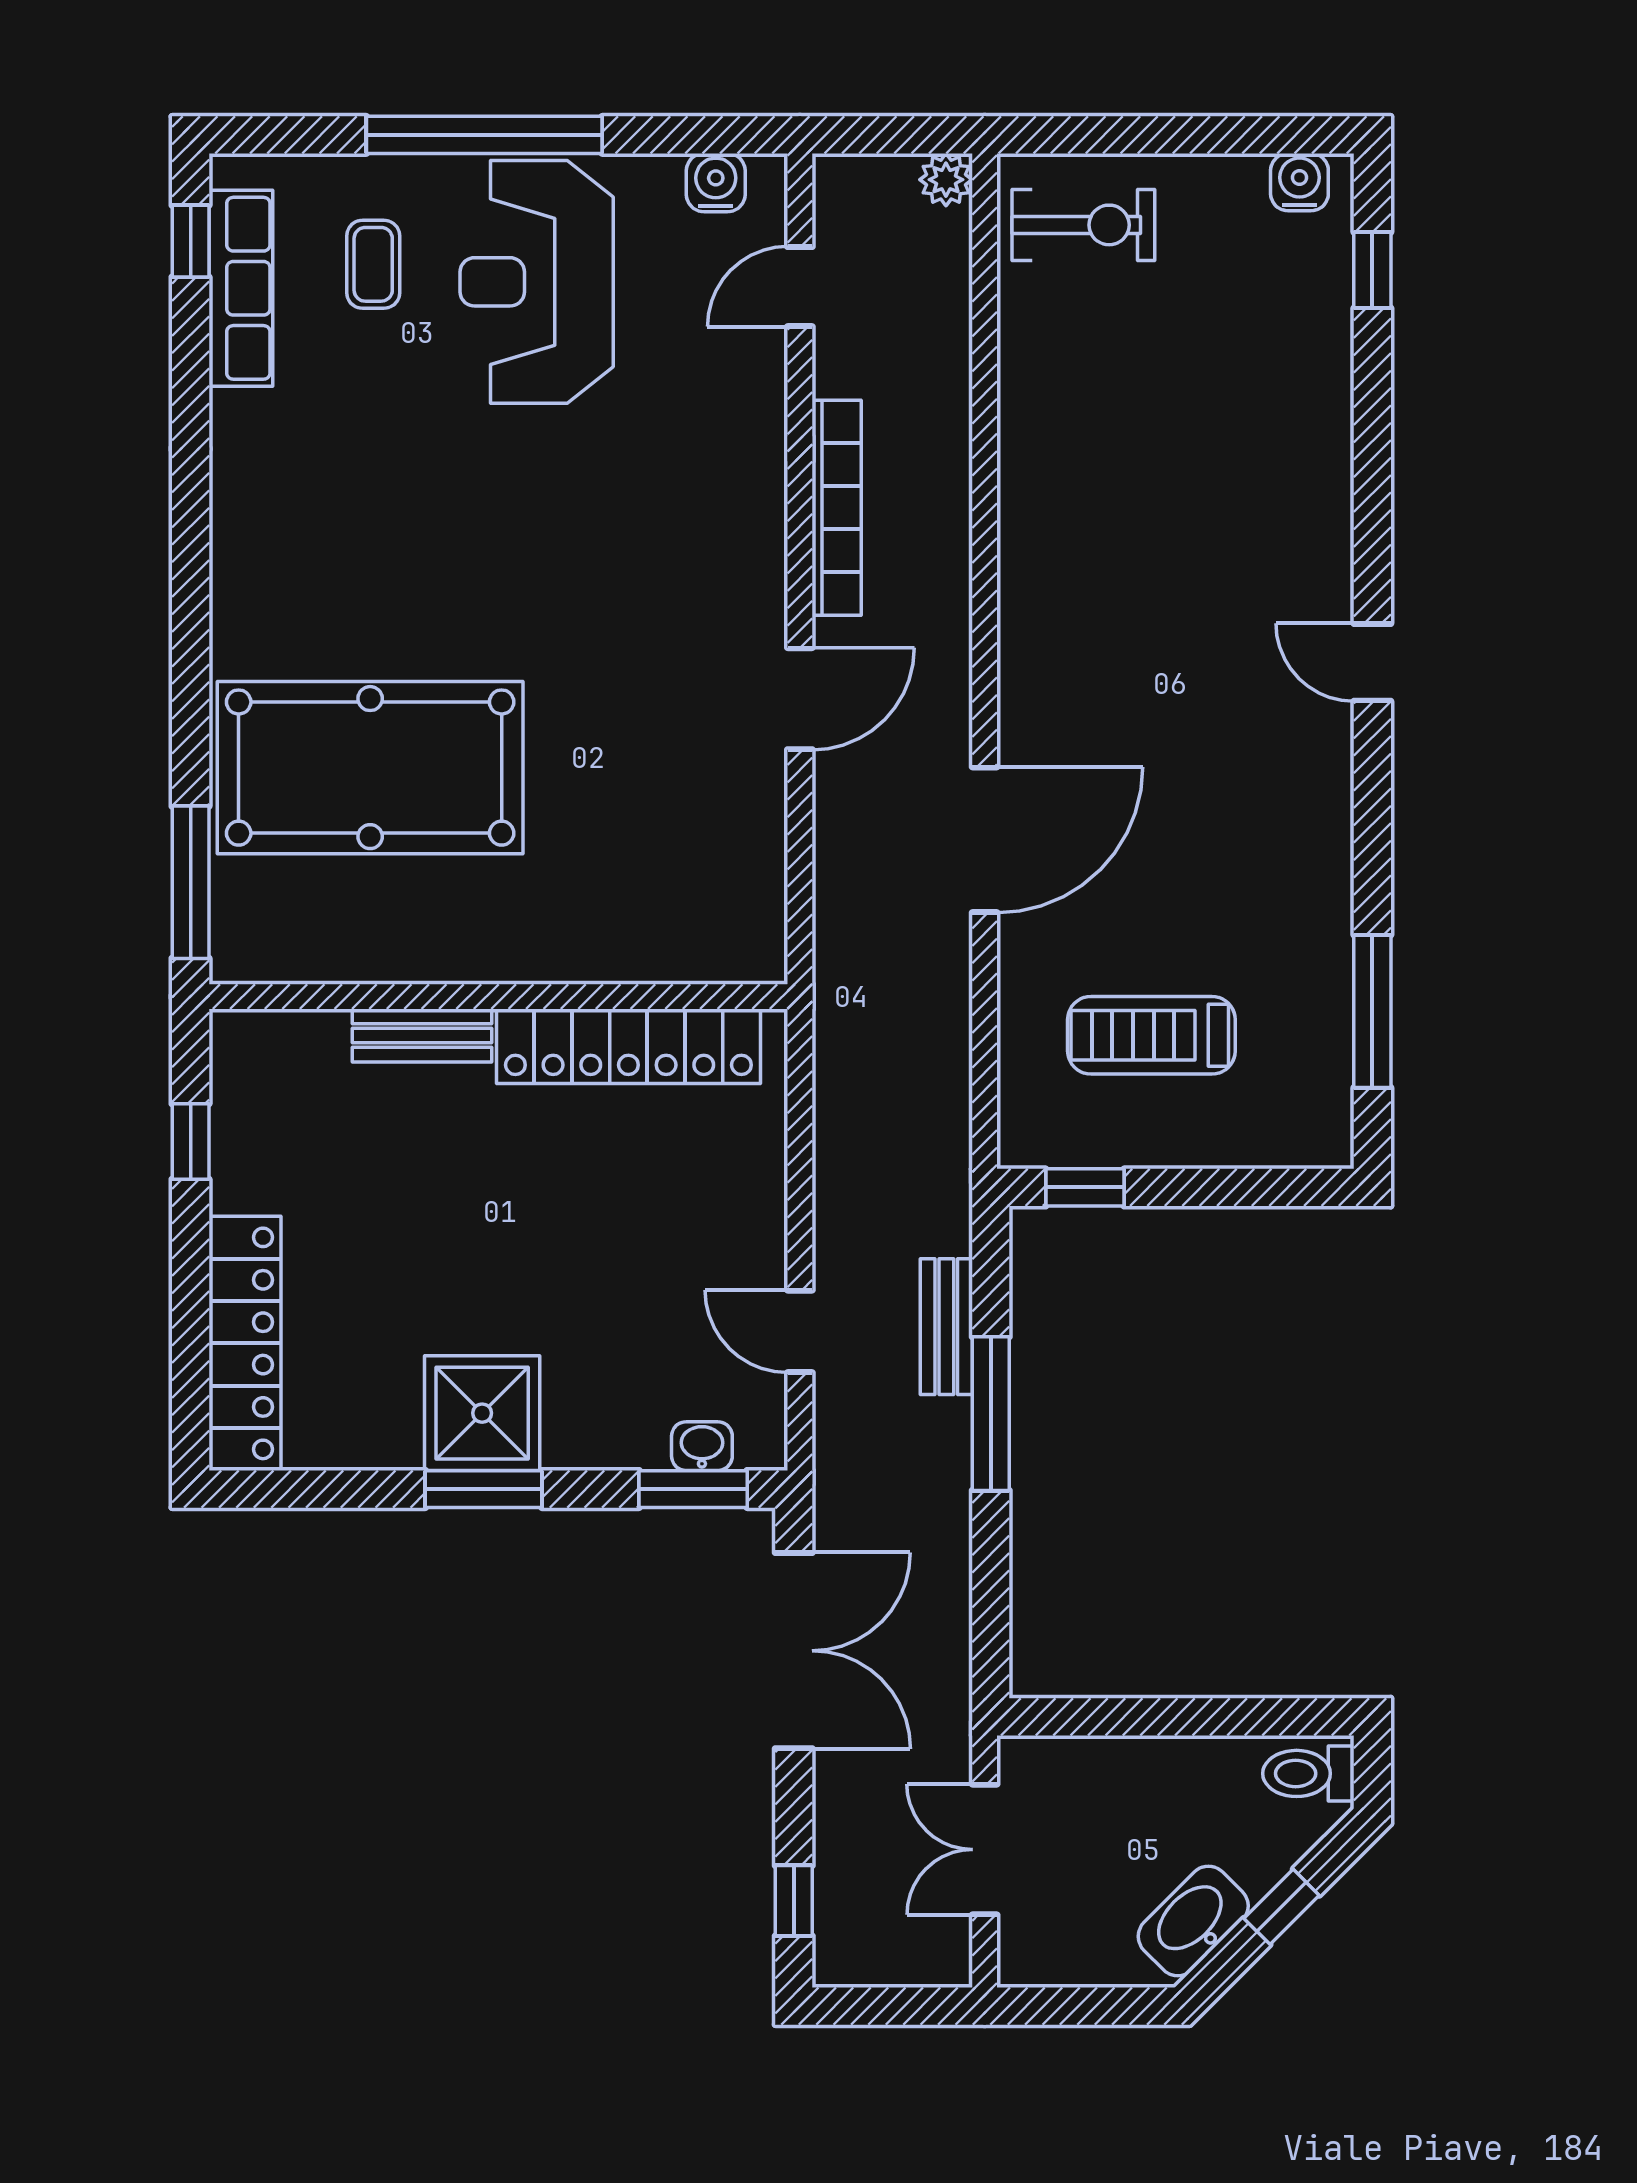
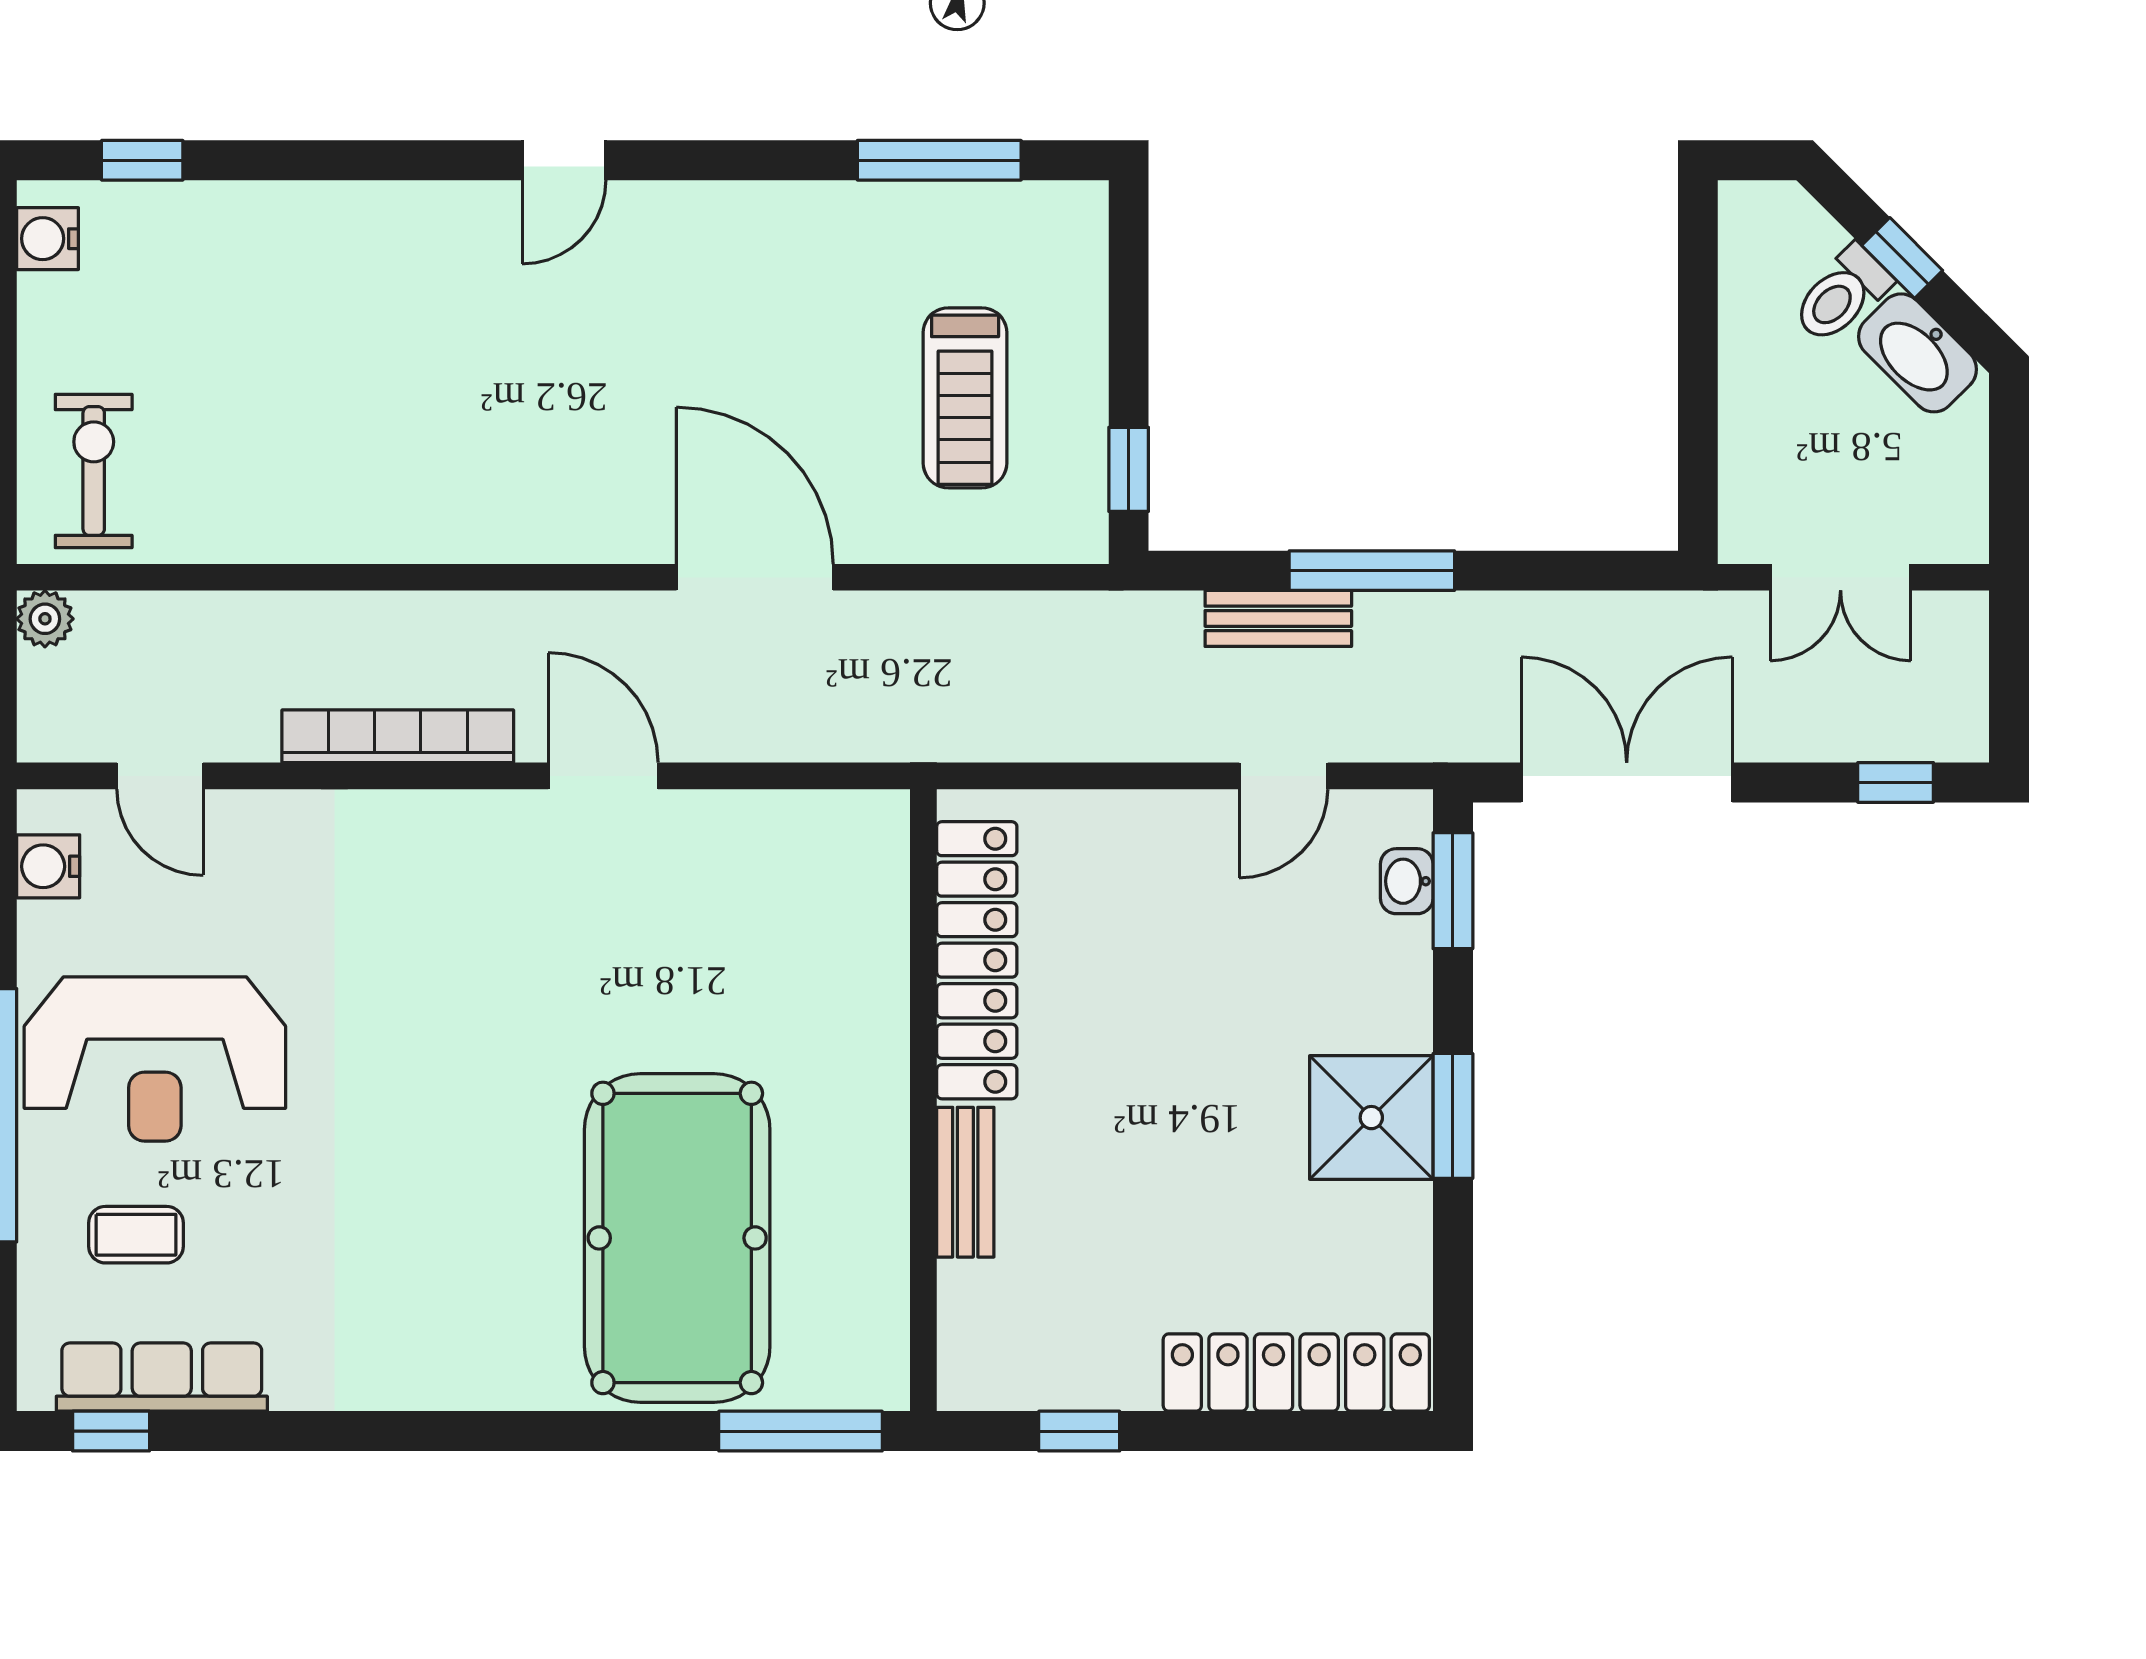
toilet: (1308, 1773) -> (1842, 295), moved, turned 45

